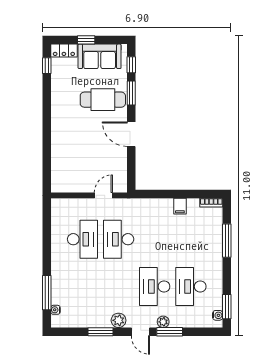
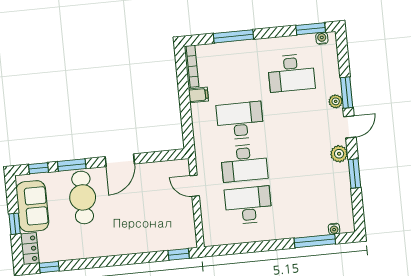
window: (47, 176) -> (179, 254), added
bookcase: (211, 203) -> (191, 66), width x1.56
desk: (155, 286) -> (240, 121), moved, turned 180

